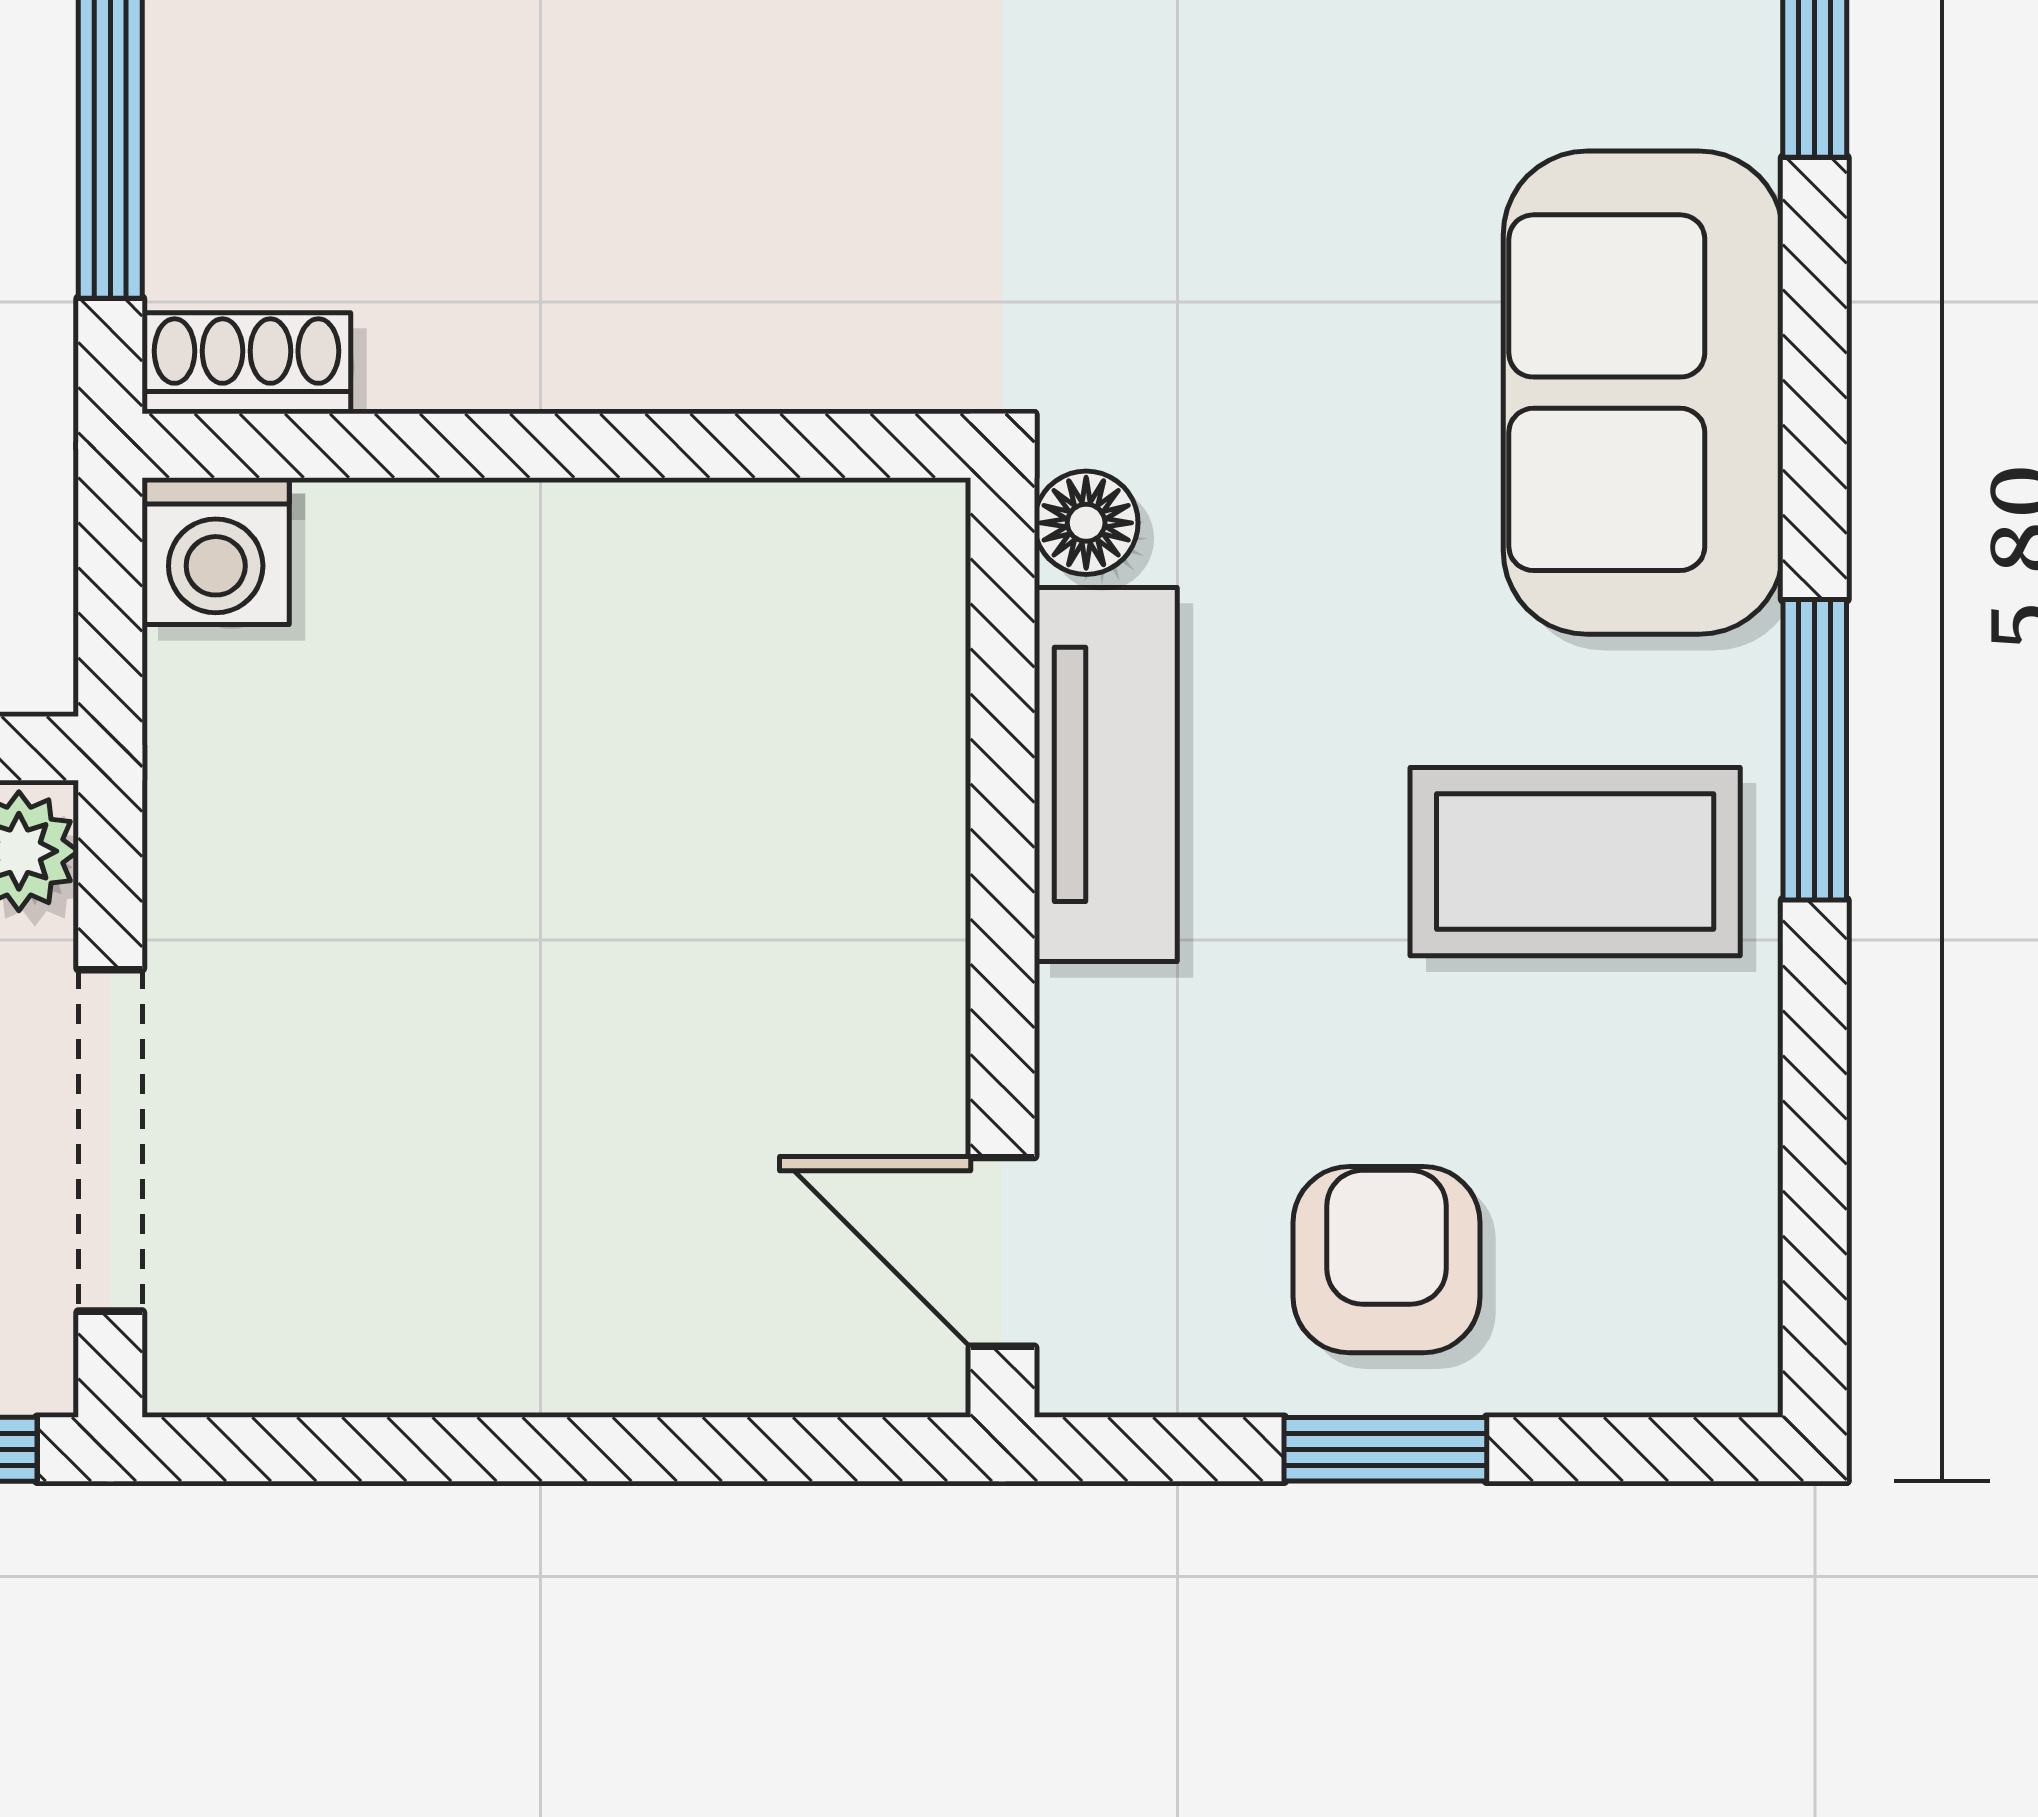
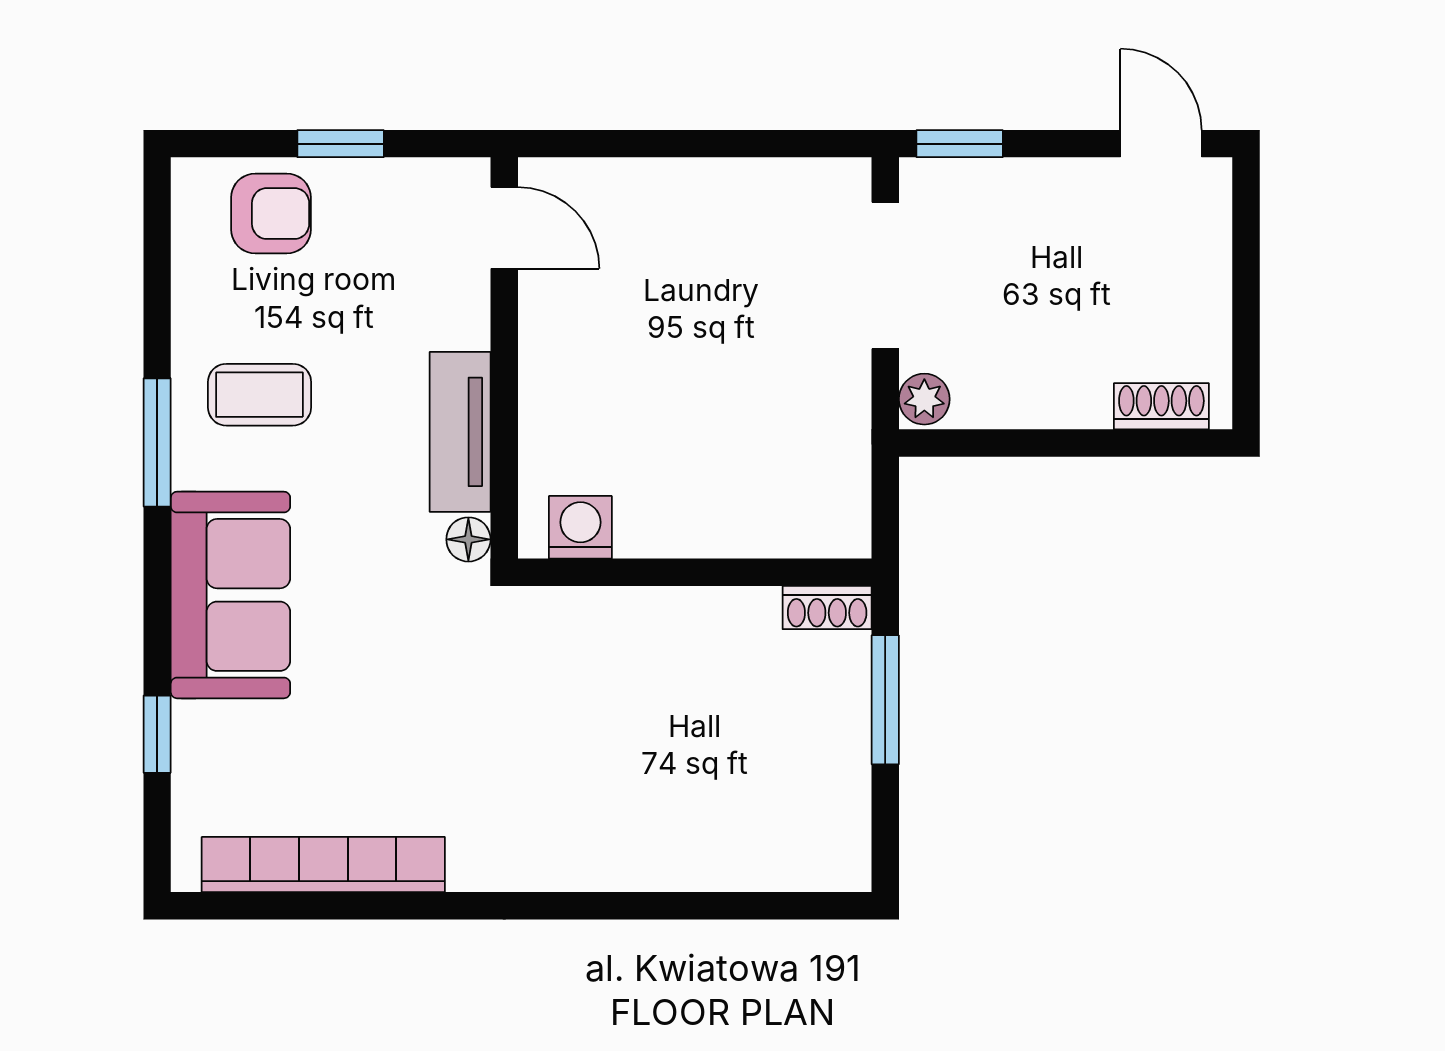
washing machine: (216, 551) -> (580, 527), moved
coffee table: (1575, 862) -> (260, 395), width x0.73, depth x0.77
armchair: (1386, 1260) -> (271, 214), moved, turned -90

